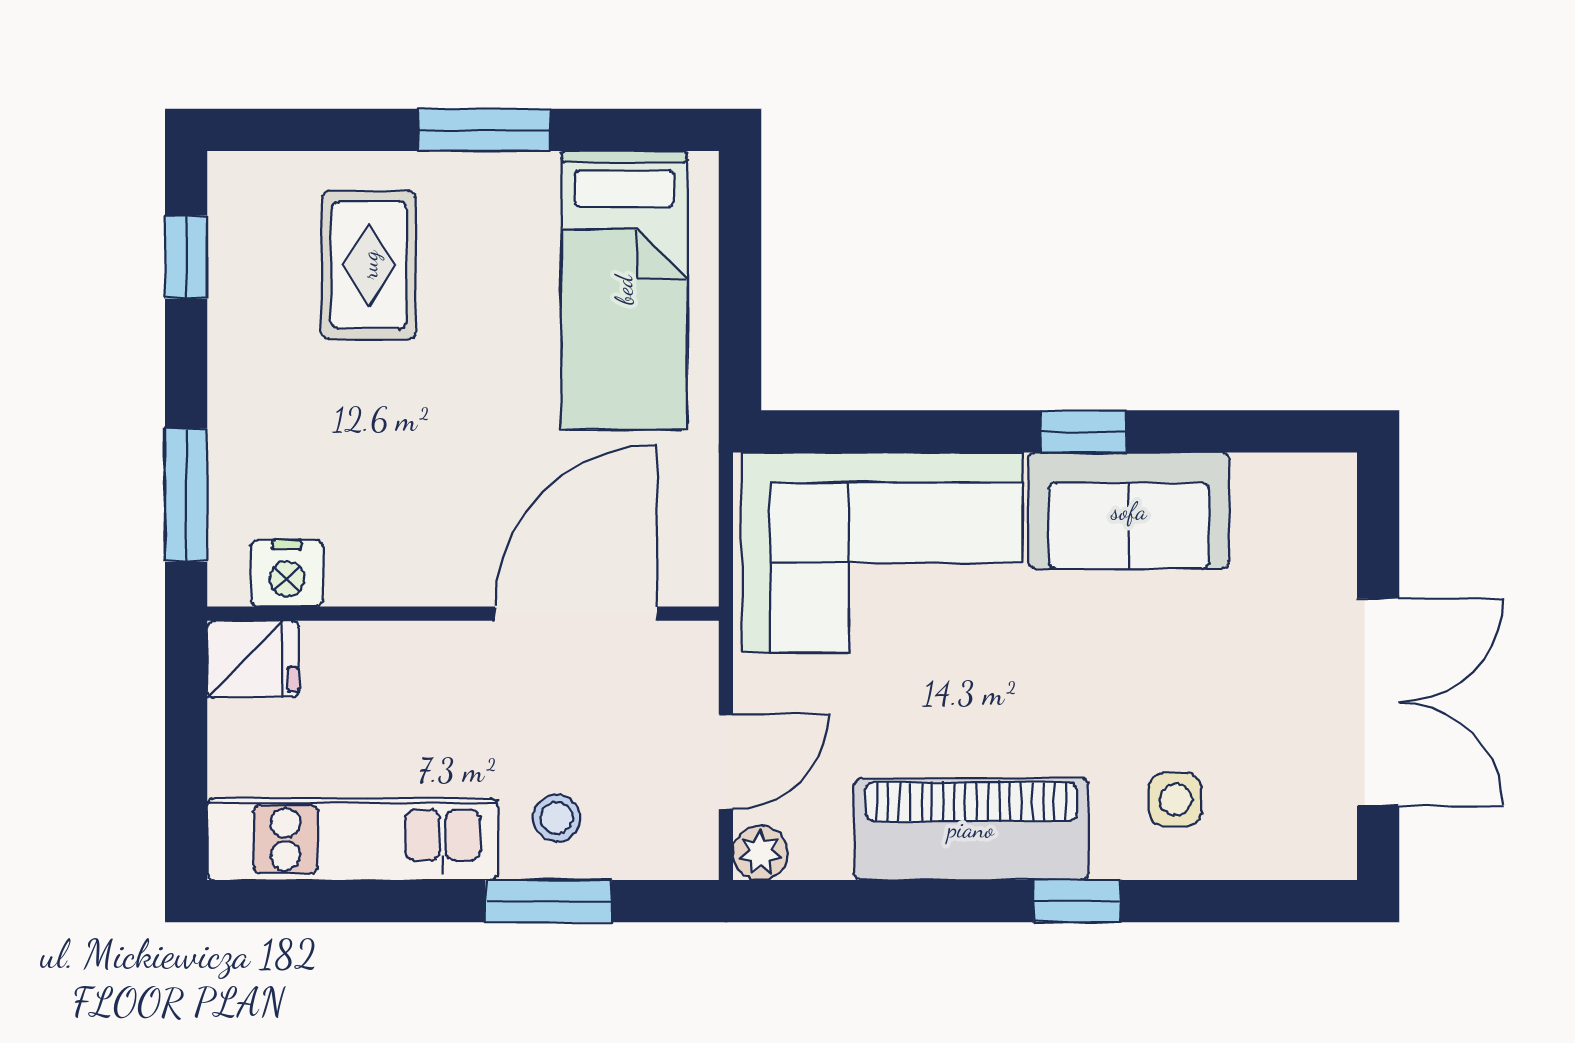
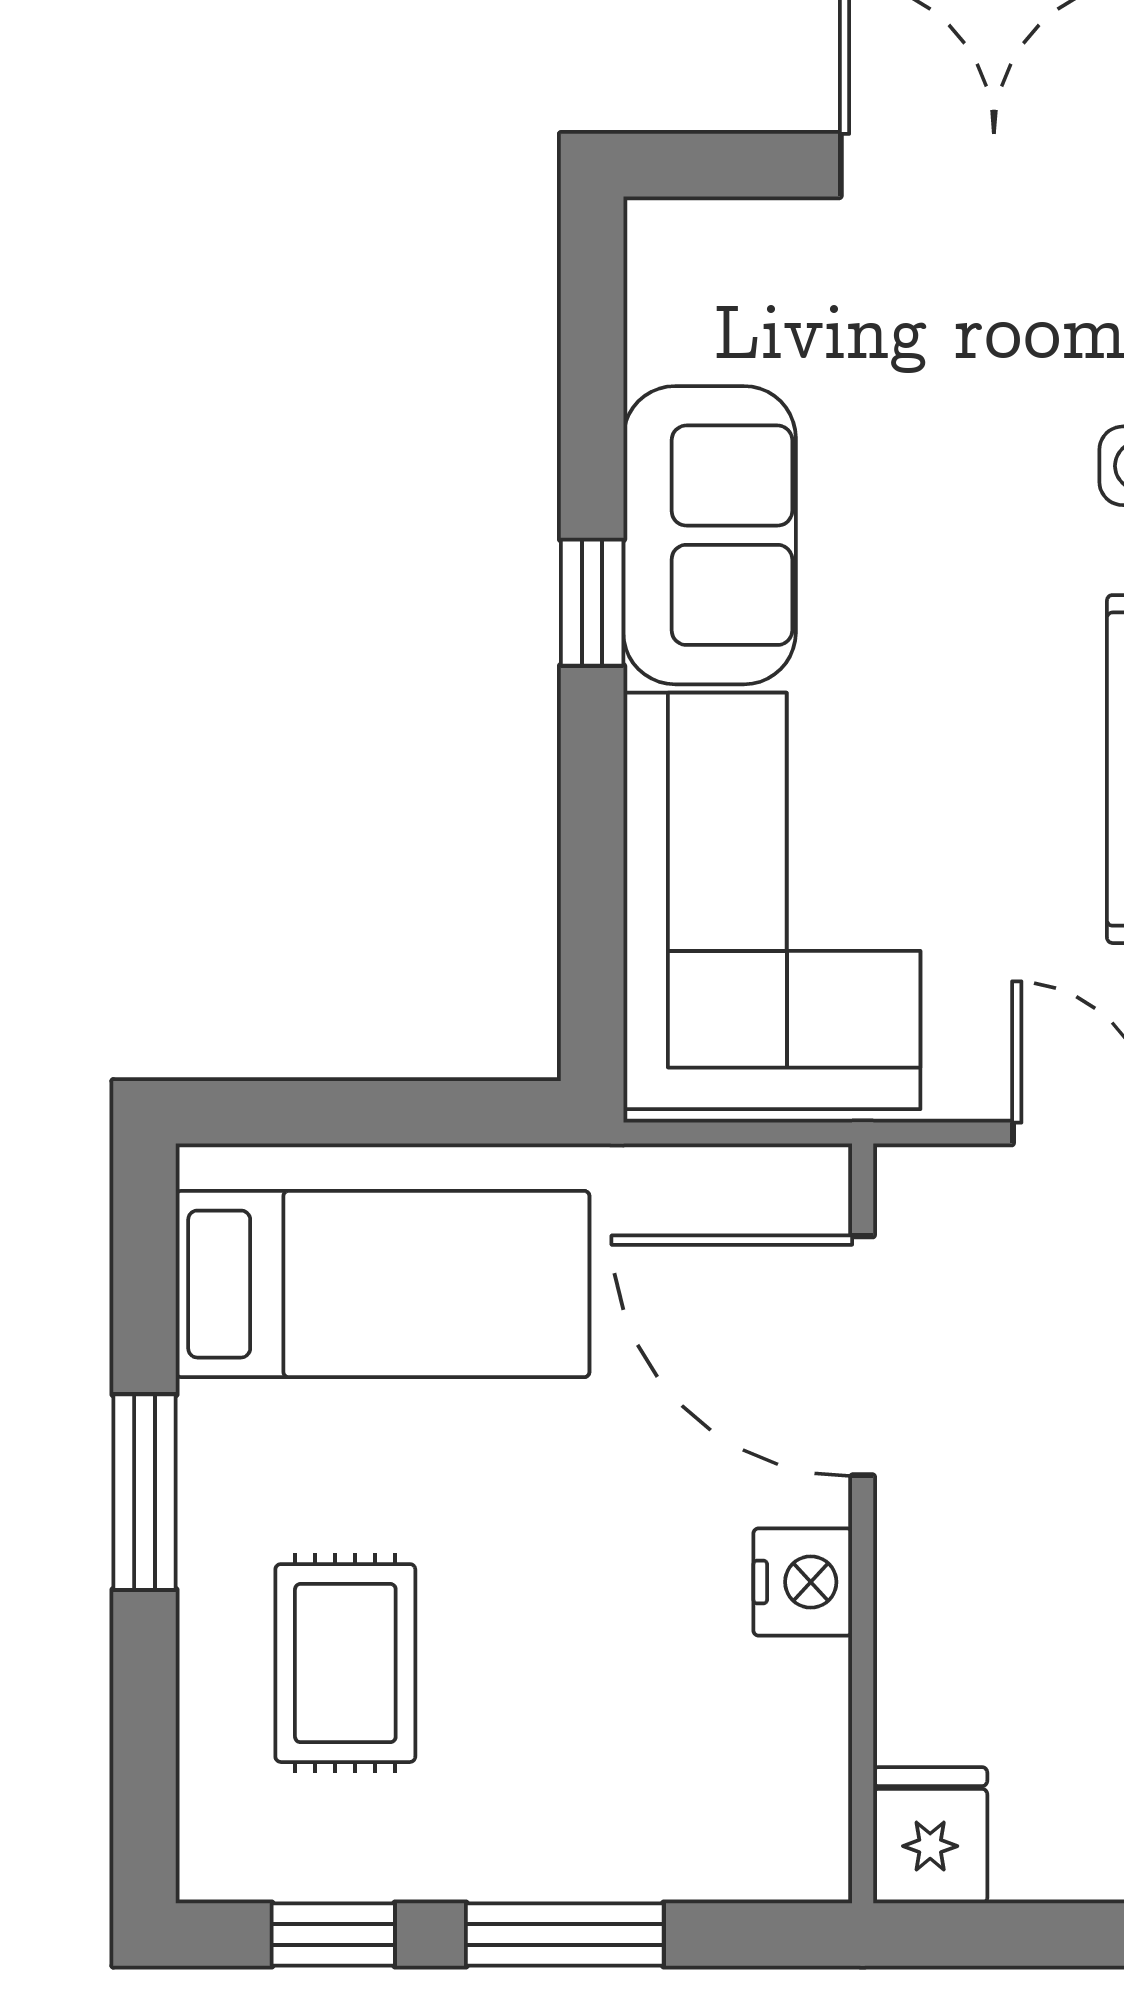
rug: (369, 265) -> (345, 1663), turned 90
window: (186, 495) -> (565, 1934), moved
nightstand: (287, 573) -> (803, 1582), moved

